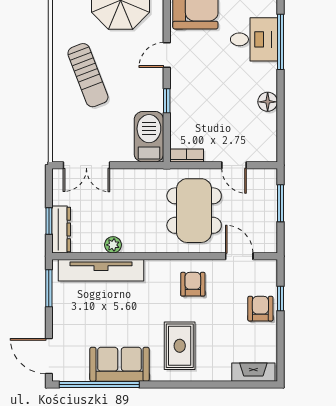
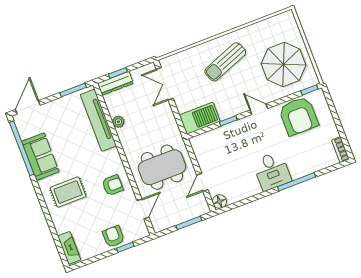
desk: (254, 39) -> (272, 171), moved
floor lamp: (268, 102) -> (219, 201), moved
bookcase: (187, 155) -> (197, 148), removed
armchair: (260, 309) -> (113, 236), turned -90

